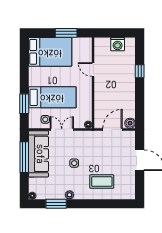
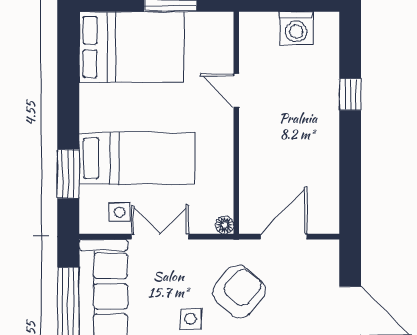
boiler: (130, 123) -> (327, 221), removed
armchair: (94, 152) -> (239, 291), added

